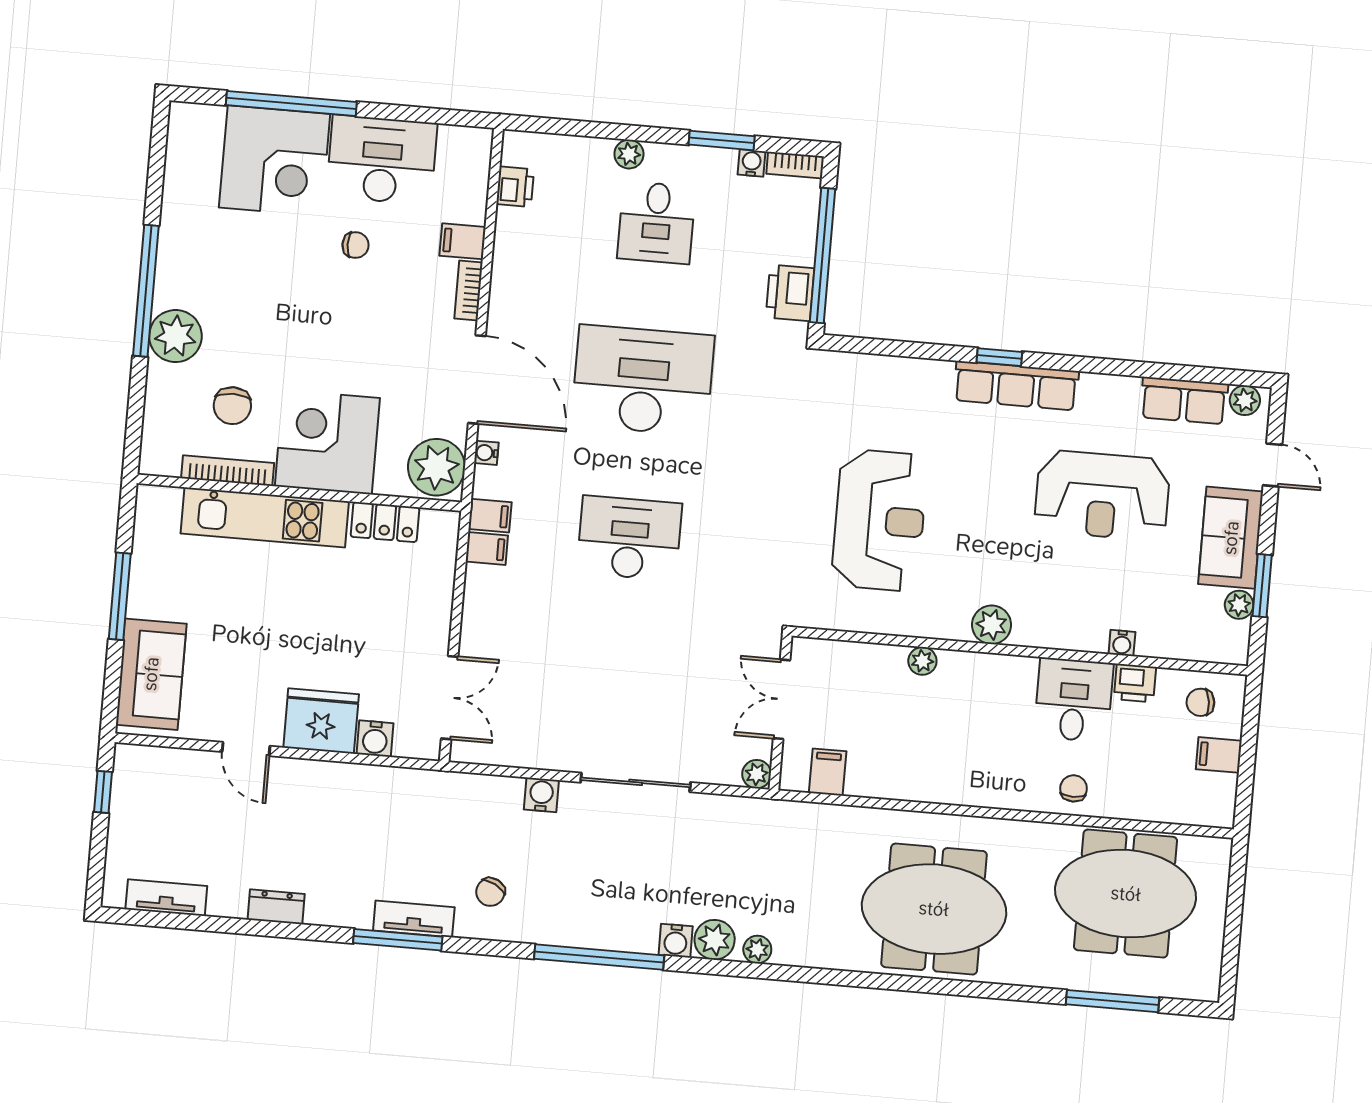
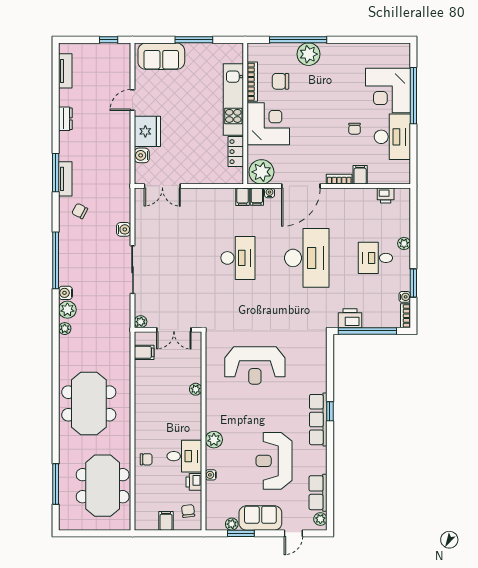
window: (146, 291) -> (298, 40), moved
filing cabinet: (487, 549) -> (257, 197), moved
plant: (992, 625) -> (214, 440), moved
double door: (782, 699) -> (174, 330), swing flipped

